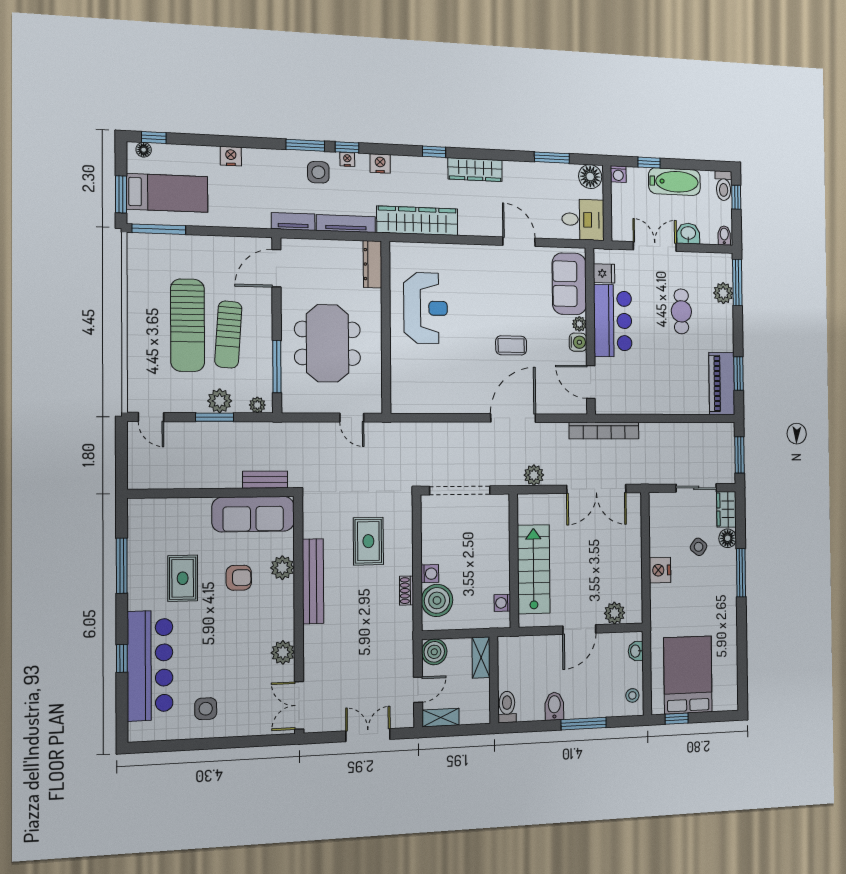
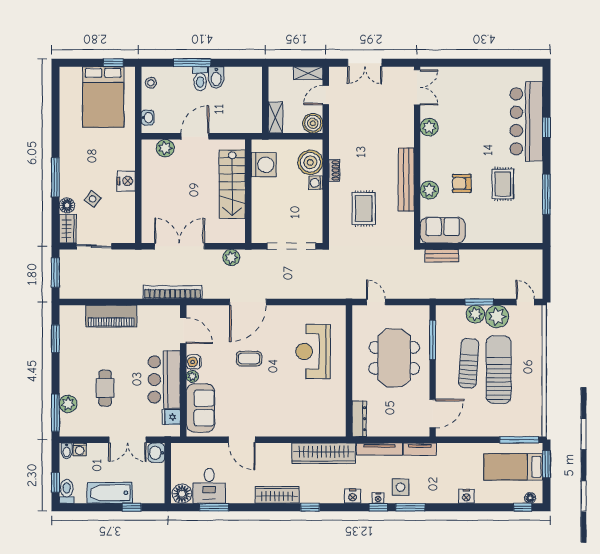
washing machine: (618, 174) -> (80, 449), moved, turned 180
desk: (583, 220) -> (209, 486), moved, turned -90
washbasin: (688, 234) -> (156, 453), moved, turned 90
reception desk: (426, 308) -> (313, 352), moved
piano: (722, 384) -> (111, 316), moved, turned 90
plant: (257, 405) -> (497, 316), moved, width x1.88, depth x1.88
sofa: (253, 514) -> (443, 230), width x0.73
washing machine: (502, 603) -> (264, 165), width x1.89, depth x1.89
toilet: (507, 707) -> (200, 79), moved
side table: (206, 709) -> (486, 88), removed

